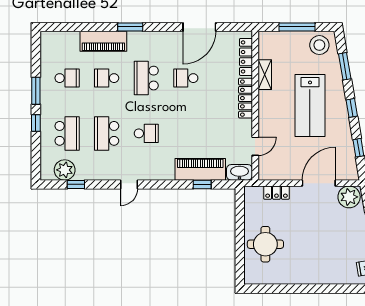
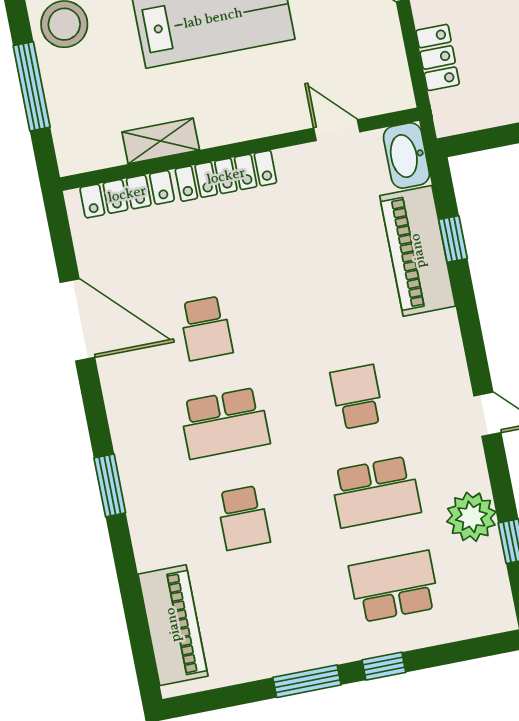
piano: (103, 41) -> (173, 625), moved
school desk: (67, 78) -> (262, 612), removed
plant: (65, 170) -> (471, 517), moved

